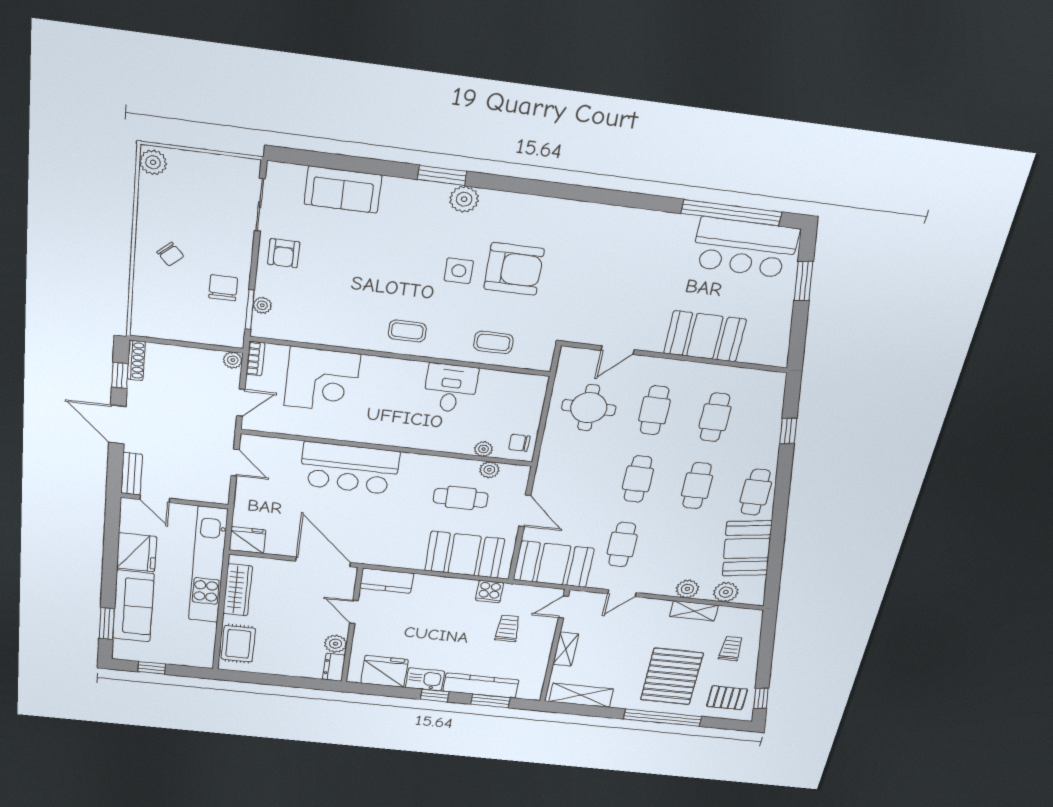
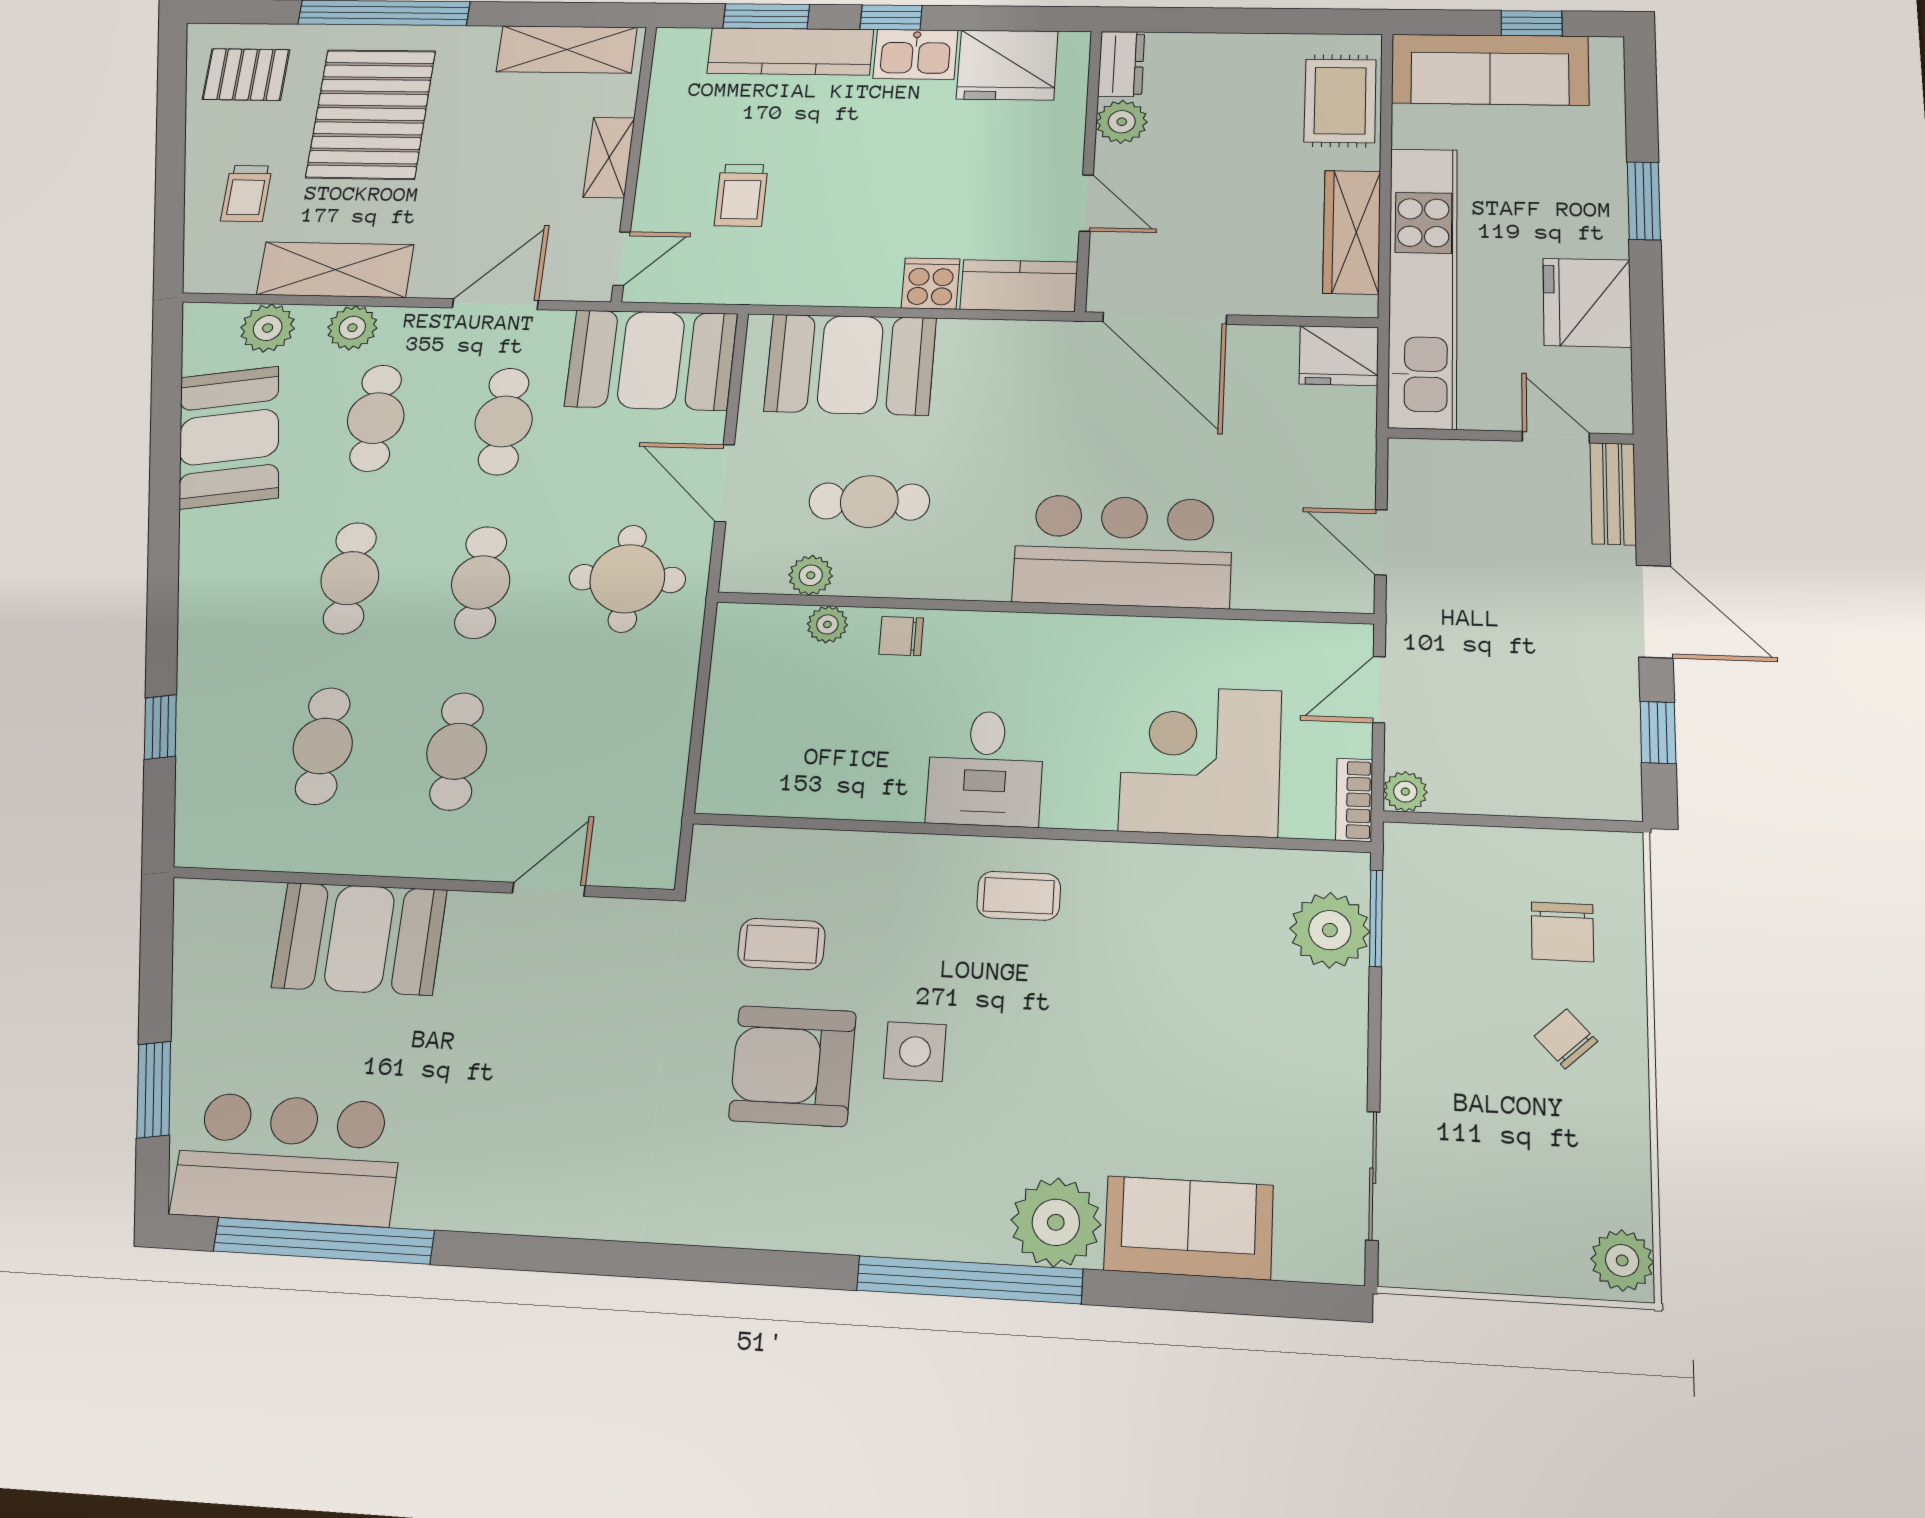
window: (442, 175) -> (970, 1280), width x2.11
plant: (464, 199) -> (1056, 1222), moved, width x1.36, depth x1.36
armchair: (284, 253) -> (1310, 1062), removed
chair: (223, 288) -> (1562, 932), moved
plant: (262, 305) -> (1330, 930), width x1.88, depth x1.88
coffee table: (493, 342) -> (781, 944), moved
shoe rack: (136, 360) -> (1624, 772), removed
desk: (451, 388) -> (985, 768), moved
round table: (589, 408) -> (627, 579), moved
chair: (519, 443) -> (901, 636), moved, turned 180
cafe table: (756, 492) -> (376, 418), moved
cooker: (490, 592) -> (931, 284), moved
door: (622, 593) -> (495, 304), width x1.38
sofa: (133, 606) -> (1490, 70), moved, turned -90
shelving: (694, 611) -> (335, 270), width x1.50, depth x1.33
window: (107, 623) -> (1644, 201), moved
window: (761, 698) -> (172, 80), removed

